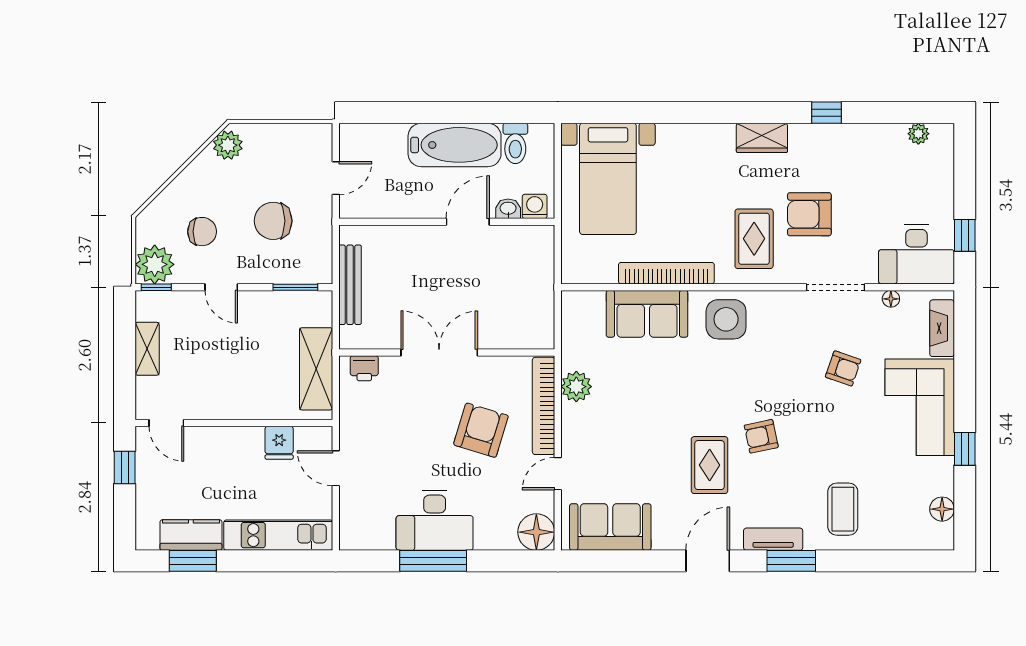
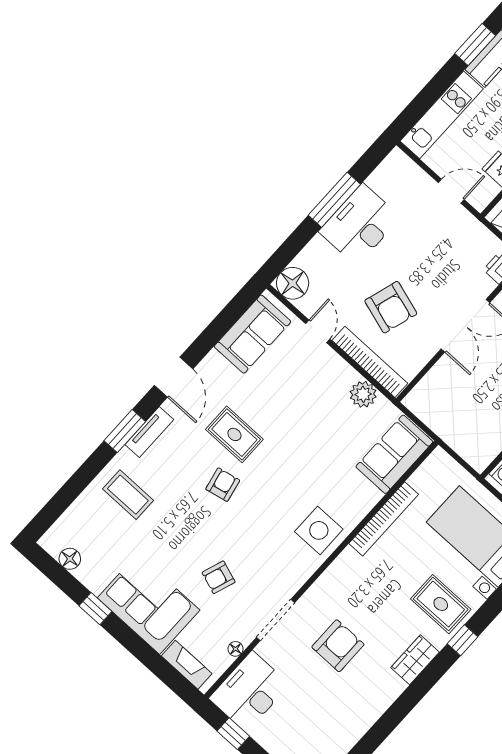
window: (827, 113) -> (462, 640), moved
rug: (754, 239) -> (441, 604), moved
sofa: (647, 314) -> (394, 454), moved

